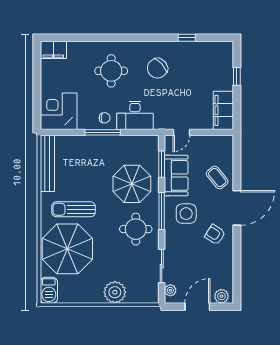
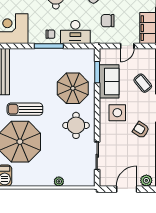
chair: (174, 101) -> (108, 21), added
door: (182, 132) -> (127, 46), moved
window: (162, 211) -> (97, 111), removed
plant: (170, 290) -> (104, 176), removed
plant: (115, 292) -> (59, 181), width x0.53, depth x0.53

